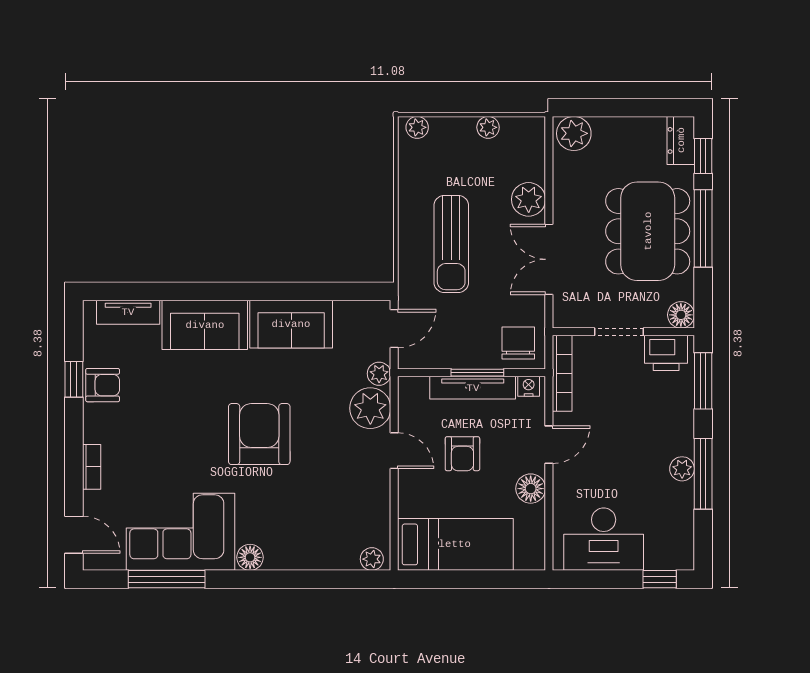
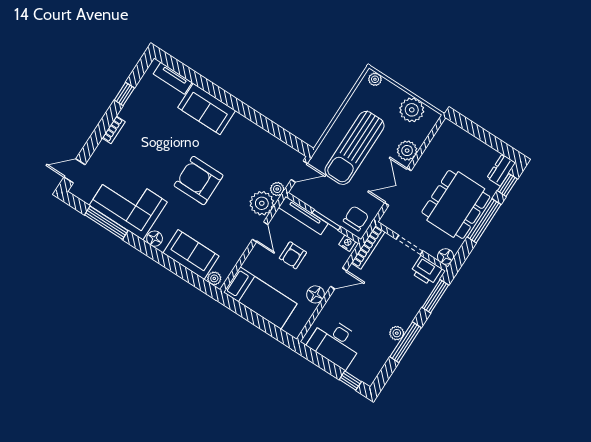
plant: (488, 127) -> (412, 110), width x1.88, depth x1.88
plant: (574, 133) -> (451, 132), removed
sun lounger: (451, 244) -> (354, 148), width x1.36, depth x1.34
sofa: (291, 324) -> (191, 255), moved, turned 180
armchair: (103, 385) -> (137, 106), removed
tv unit: (473, 388) -> (303, 216), moved
armchair: (259, 434) -> (199, 181), turned -90
bookcase: (92, 467) -> (114, 130), moved
door: (74, 535) -> (75, 171), swing flipped

